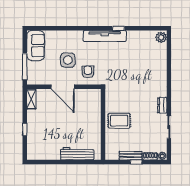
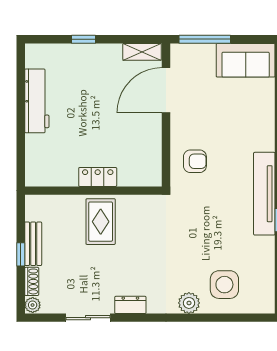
plant: (161, 37) -> (189, 303), moved
side table: (68, 60) -> (224, 285), moved
door: (63, 87) -> (166, 90), moved
locker: (96, 122) -> (98, 177), added
workbench: (77, 154) -> (37, 101), moved

